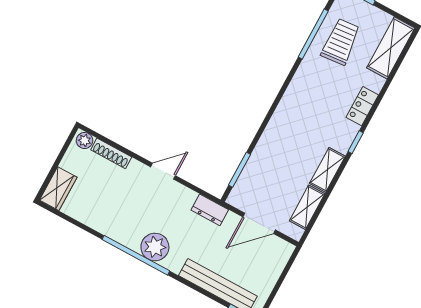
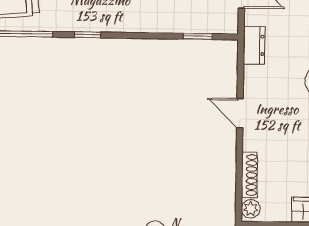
window: (286, 85) -> (87, 35), added
window: (240, 170) -> (198, 36), width x0.67

